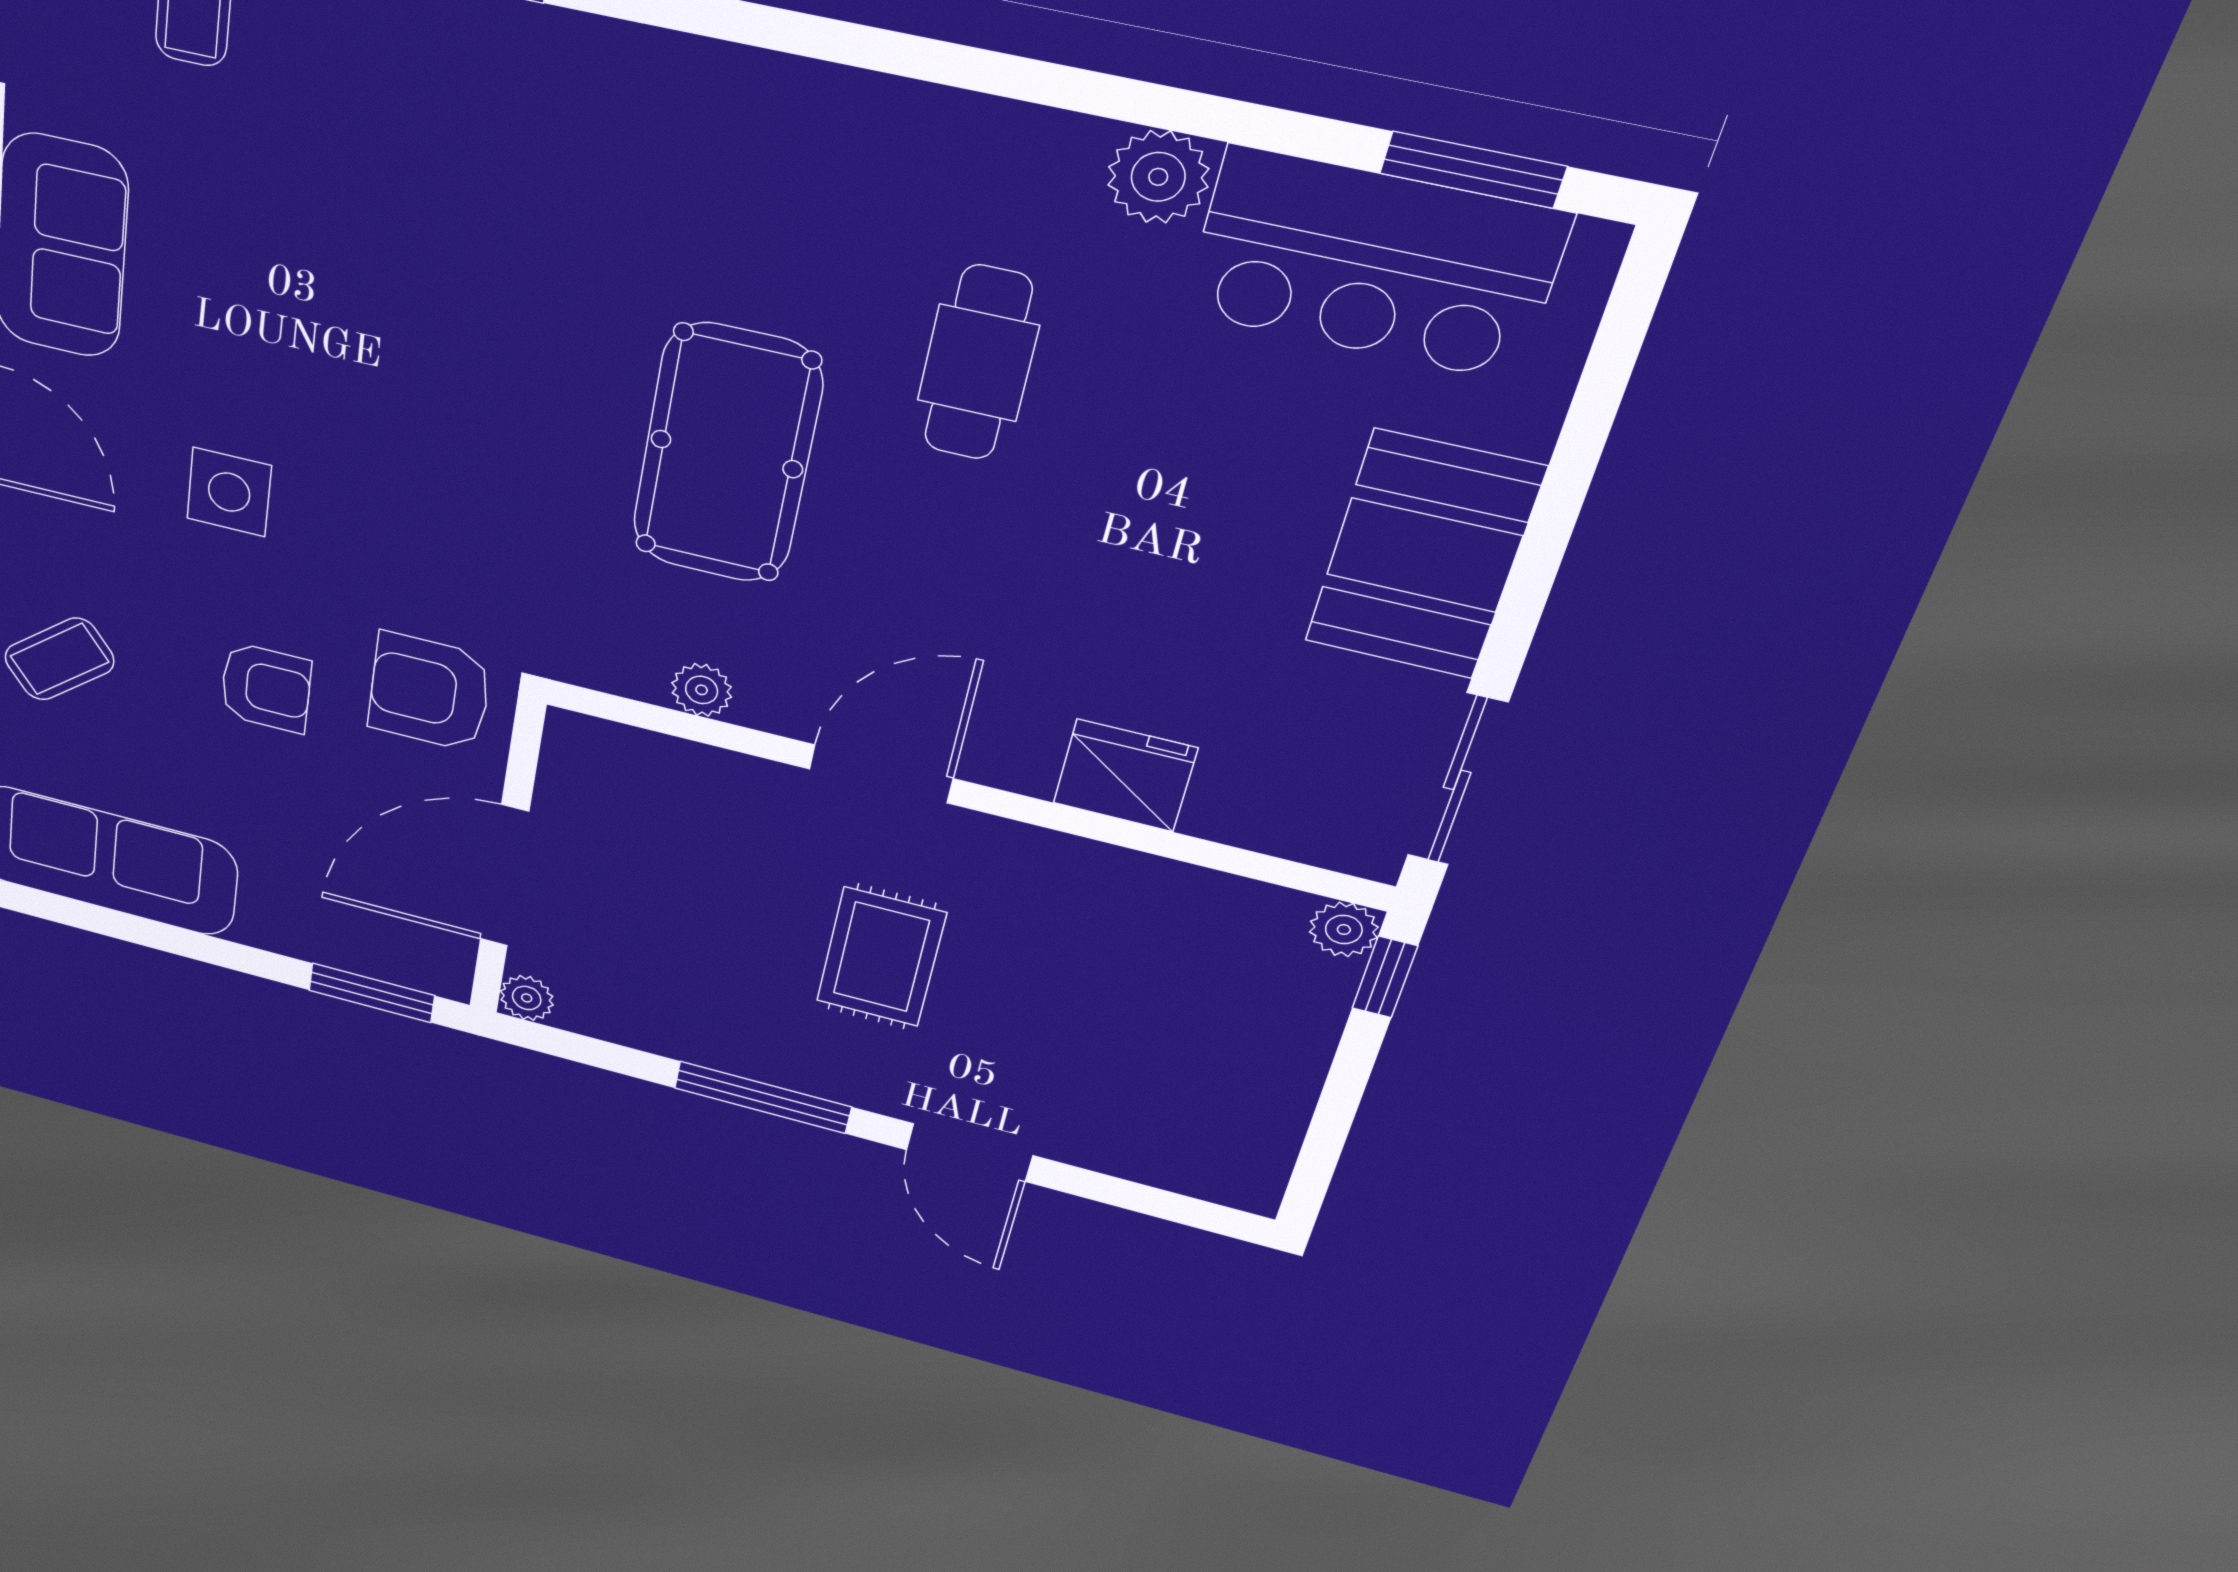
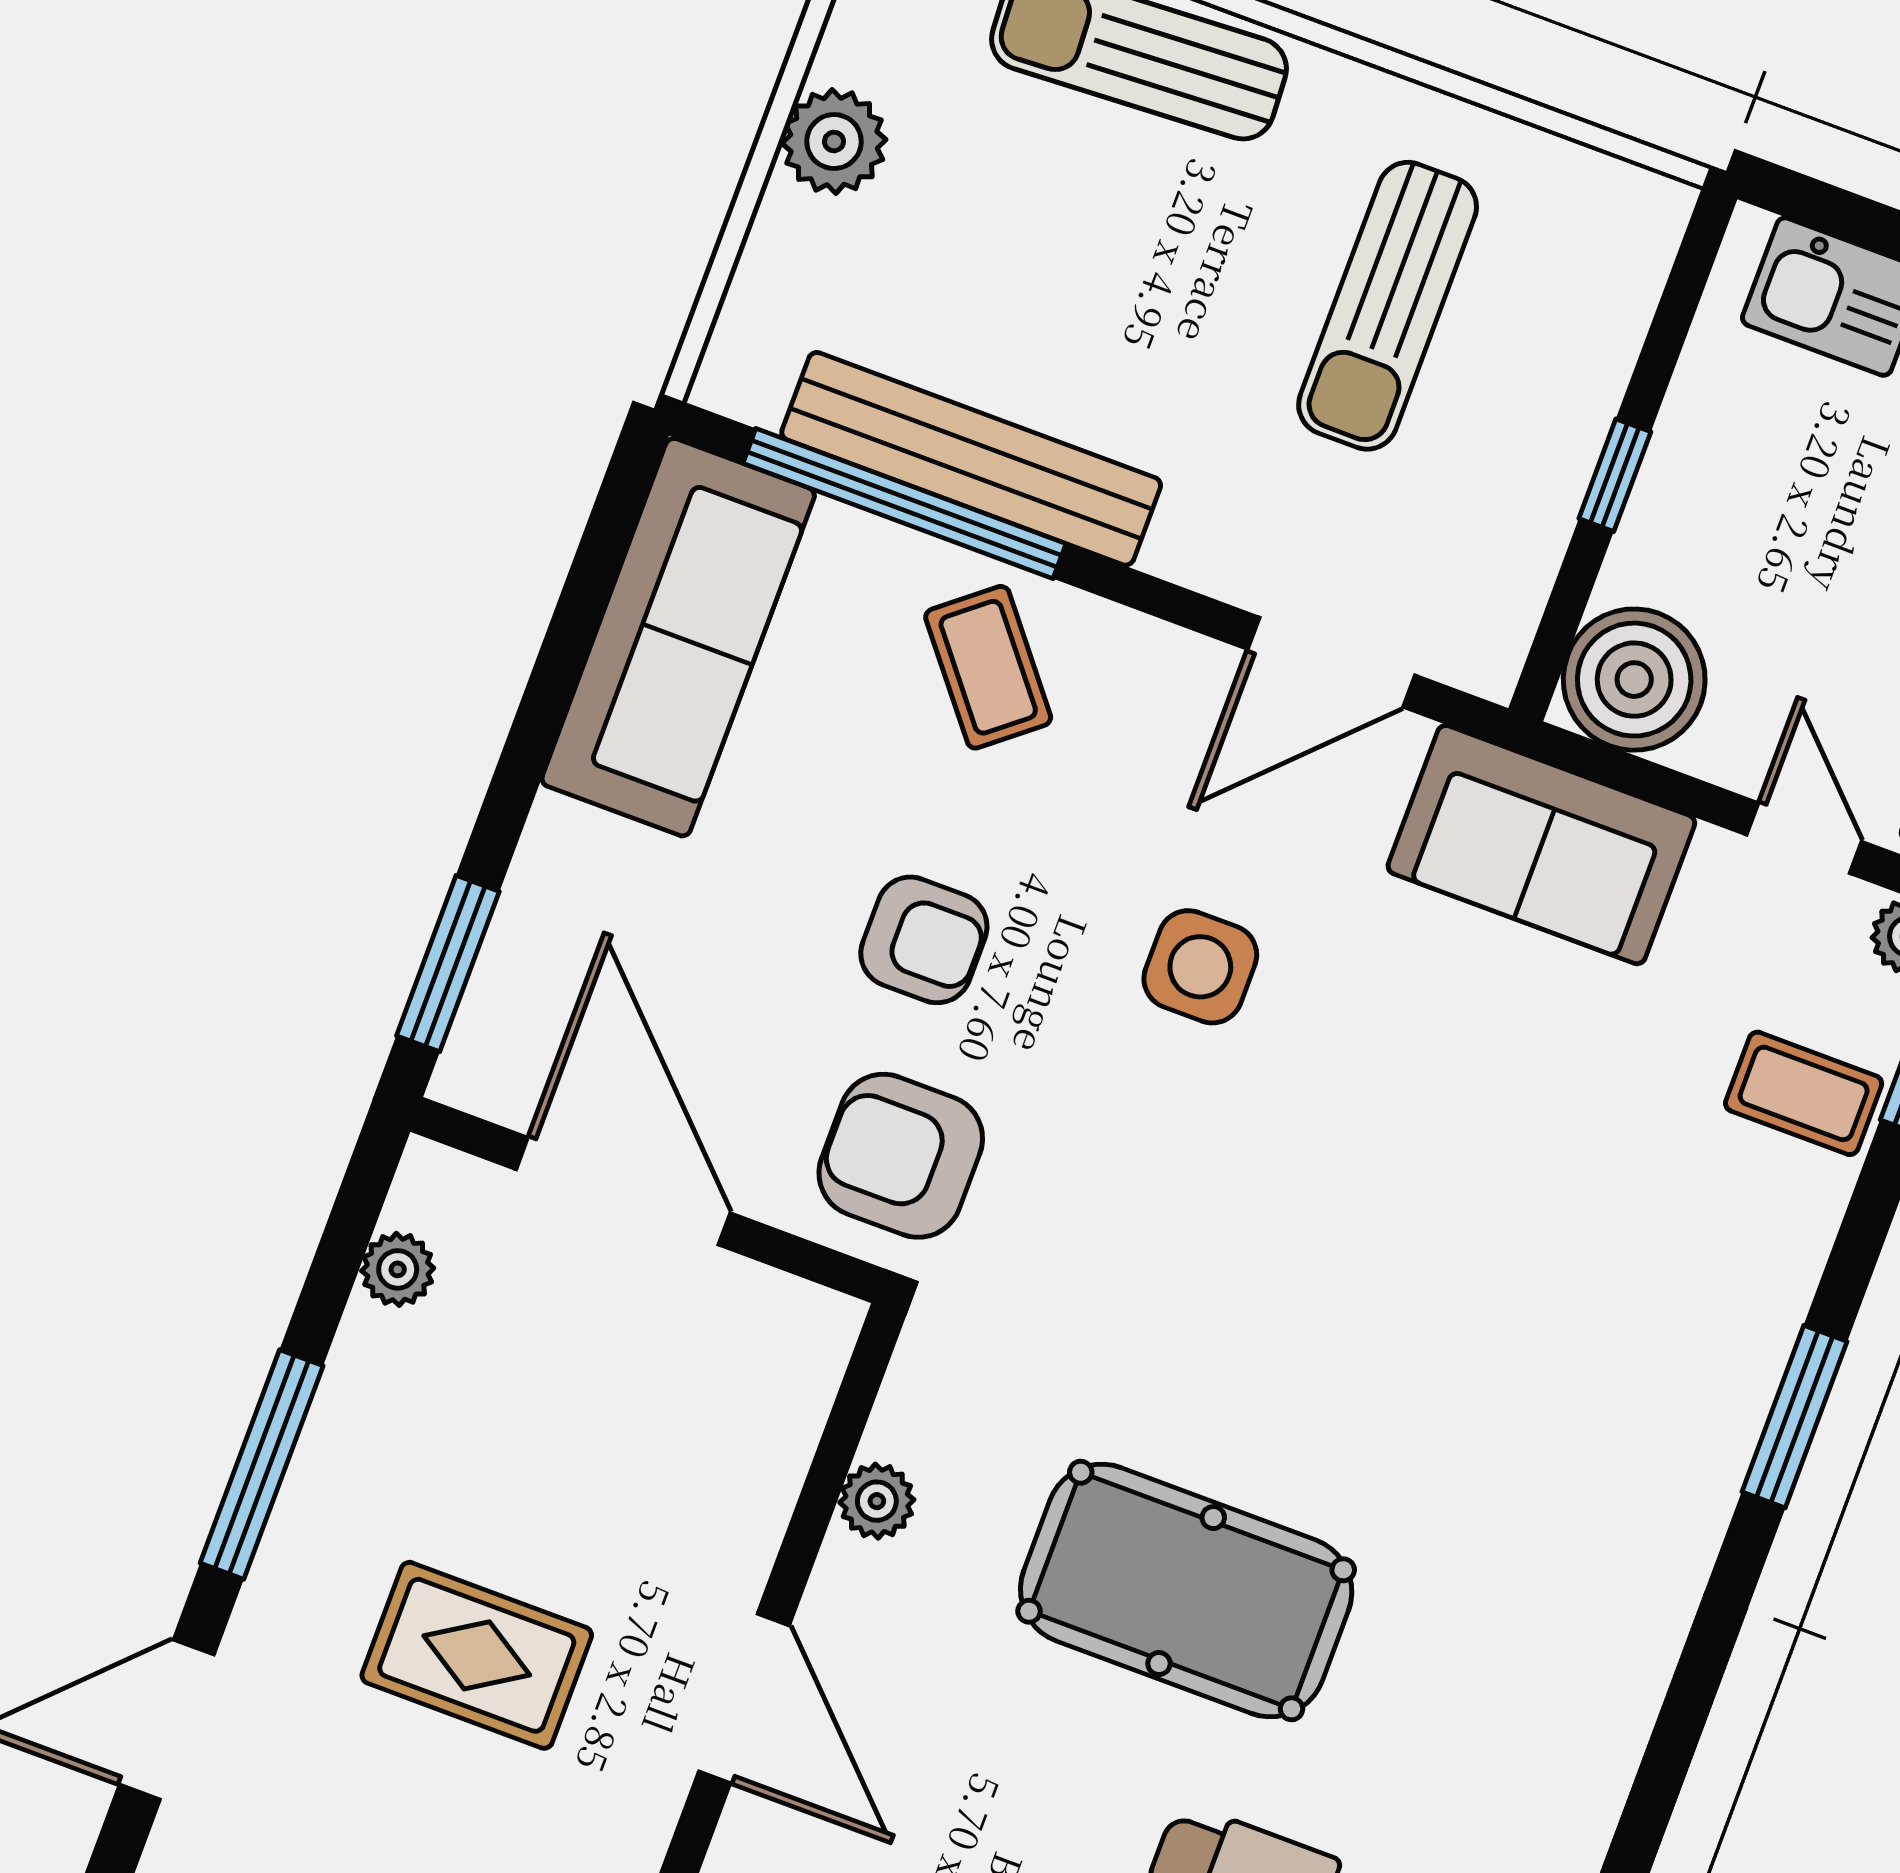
armchair: (266, 688) -> (924, 940), turned -90
armchair: (429, 692) -> (901, 1156), turned -90
plant: (527, 998) -> (398, 1269), moved

